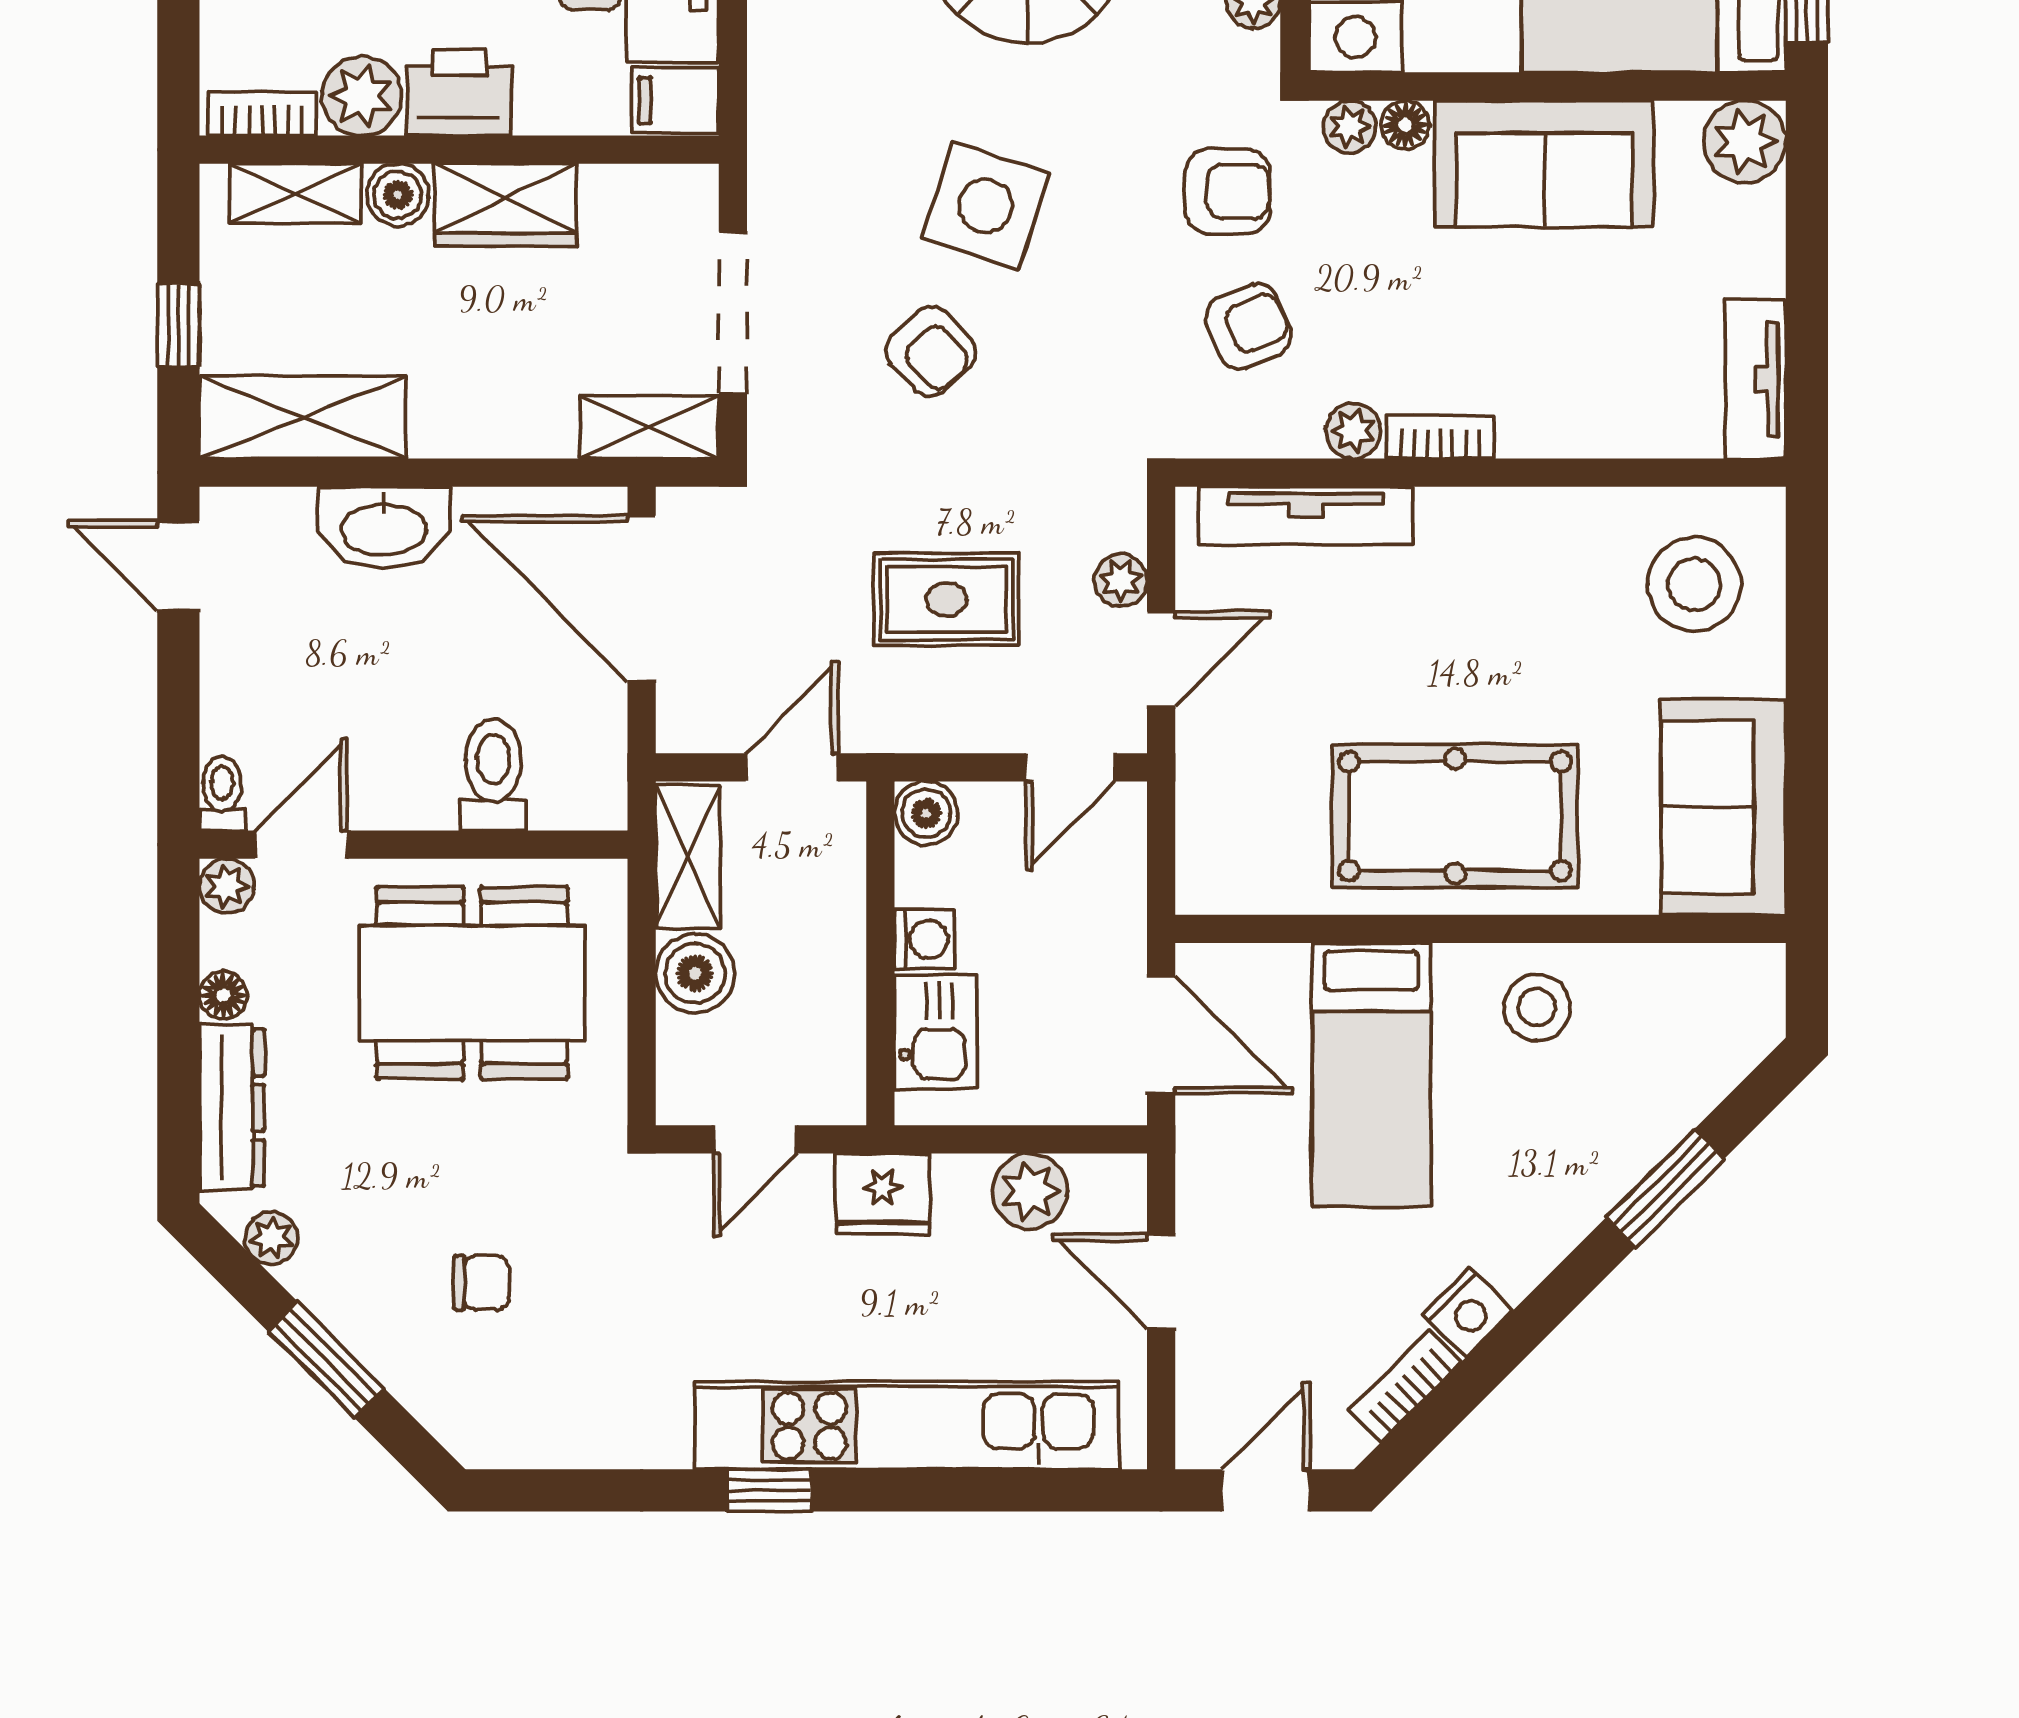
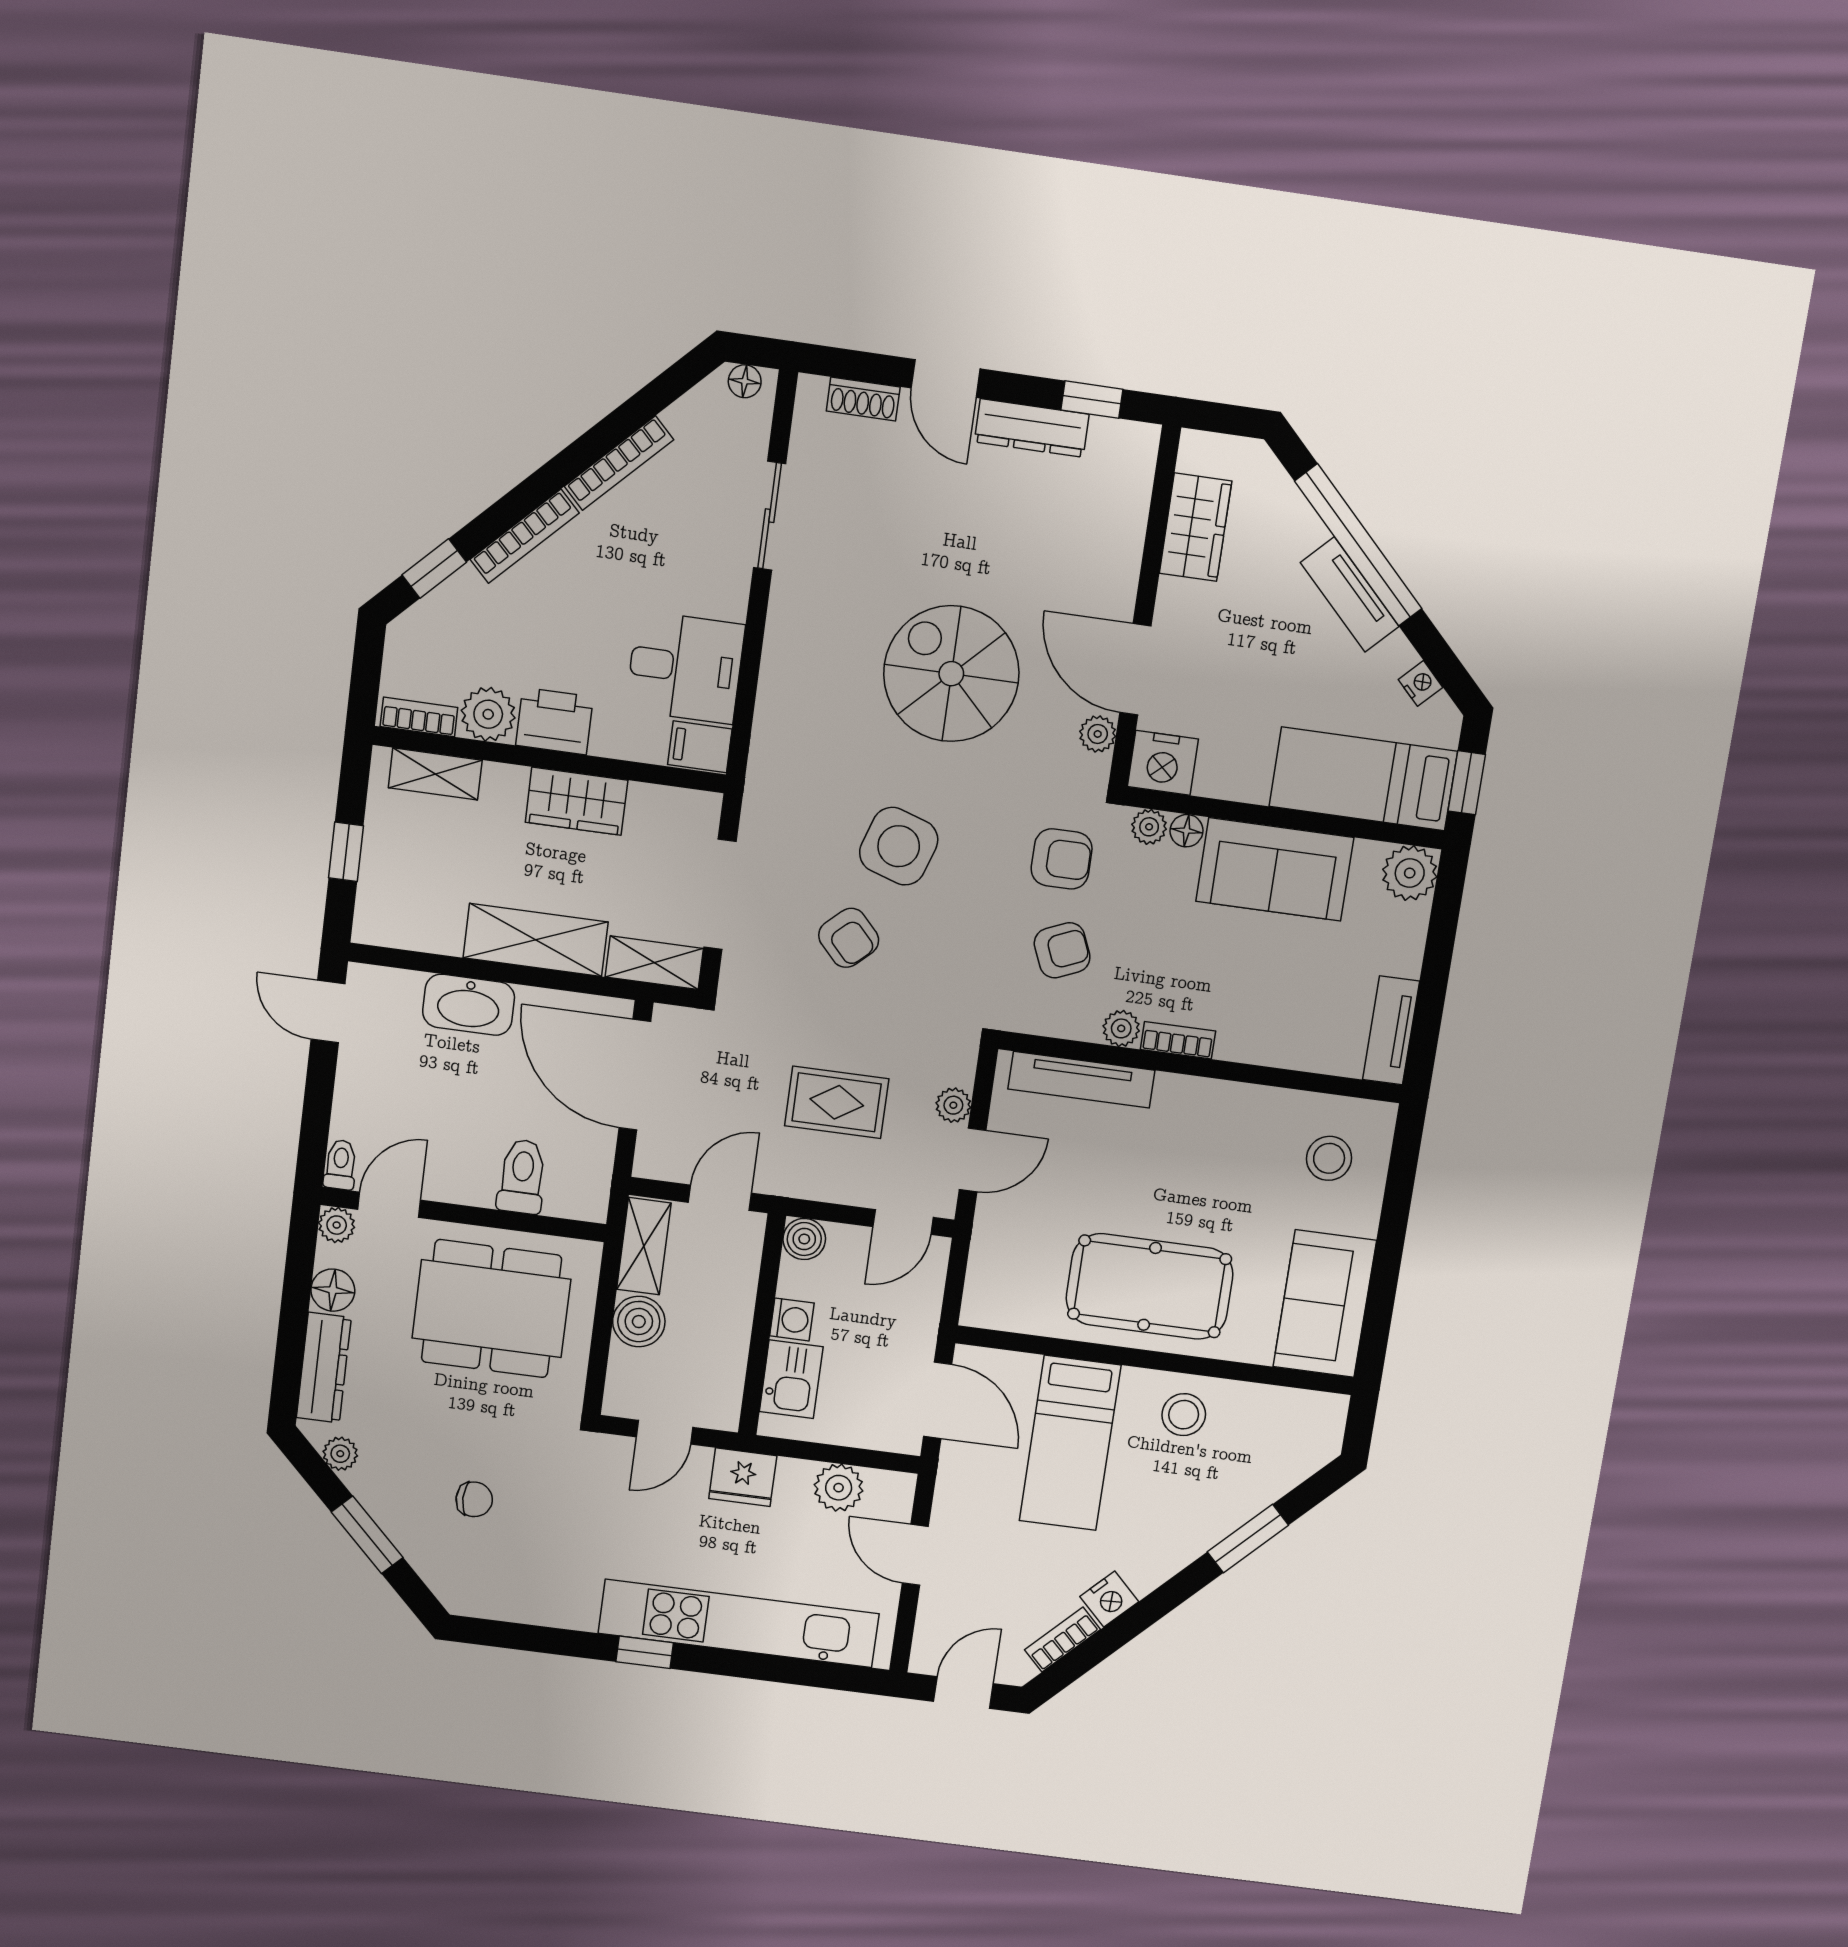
boiler: (398, 195) -> (505, 784), removed
shelving: (303, 417) -> (536, 940), moved
stool: (1694, 584) -> (1329, 1158), width x0.73, depth x0.73
floor lamp: (223, 995) -> (333, 1290), width x1.37, depth x1.37

